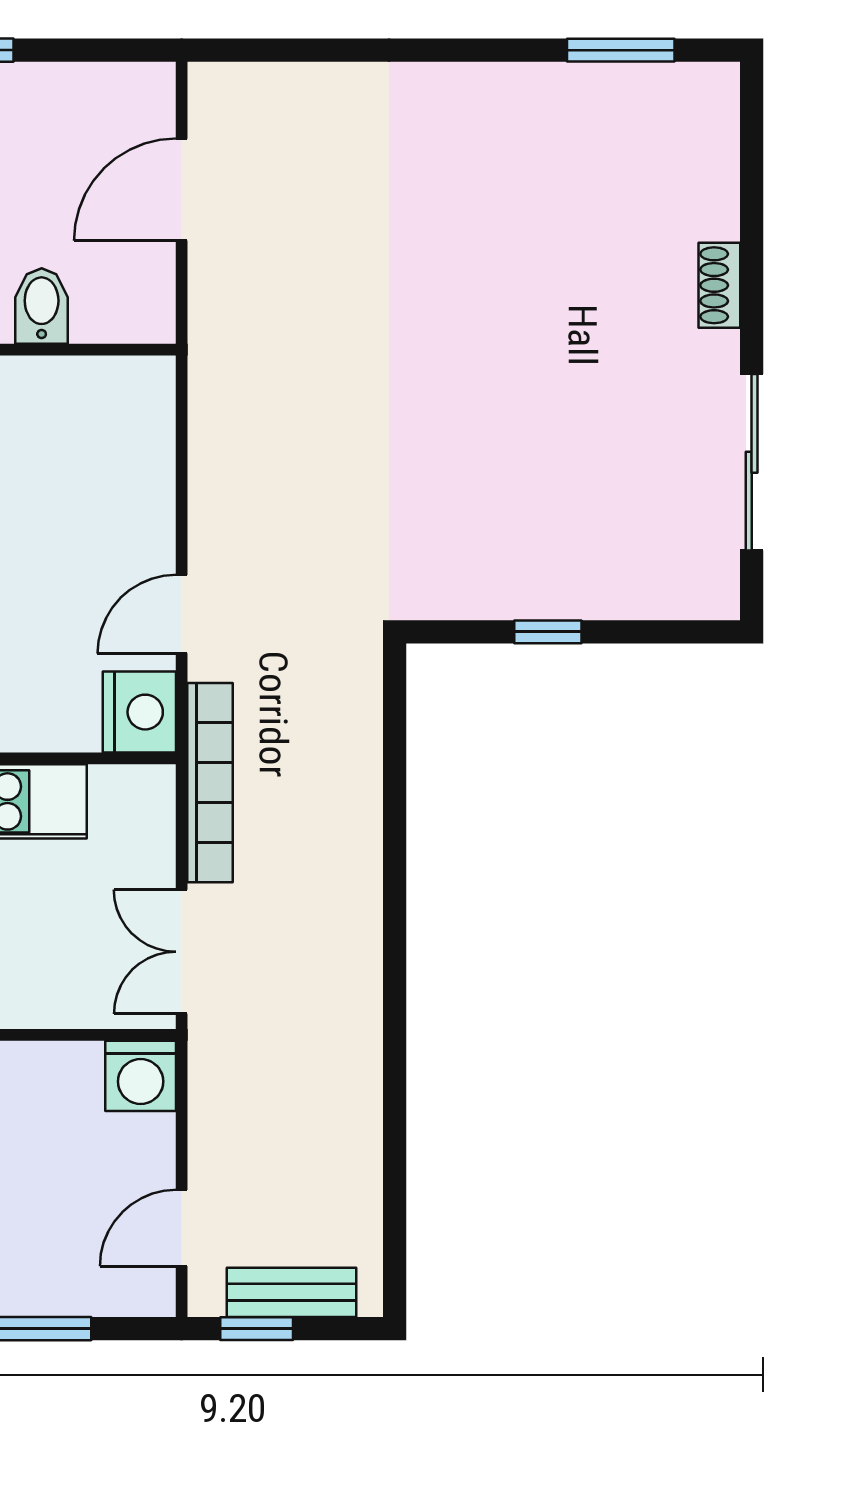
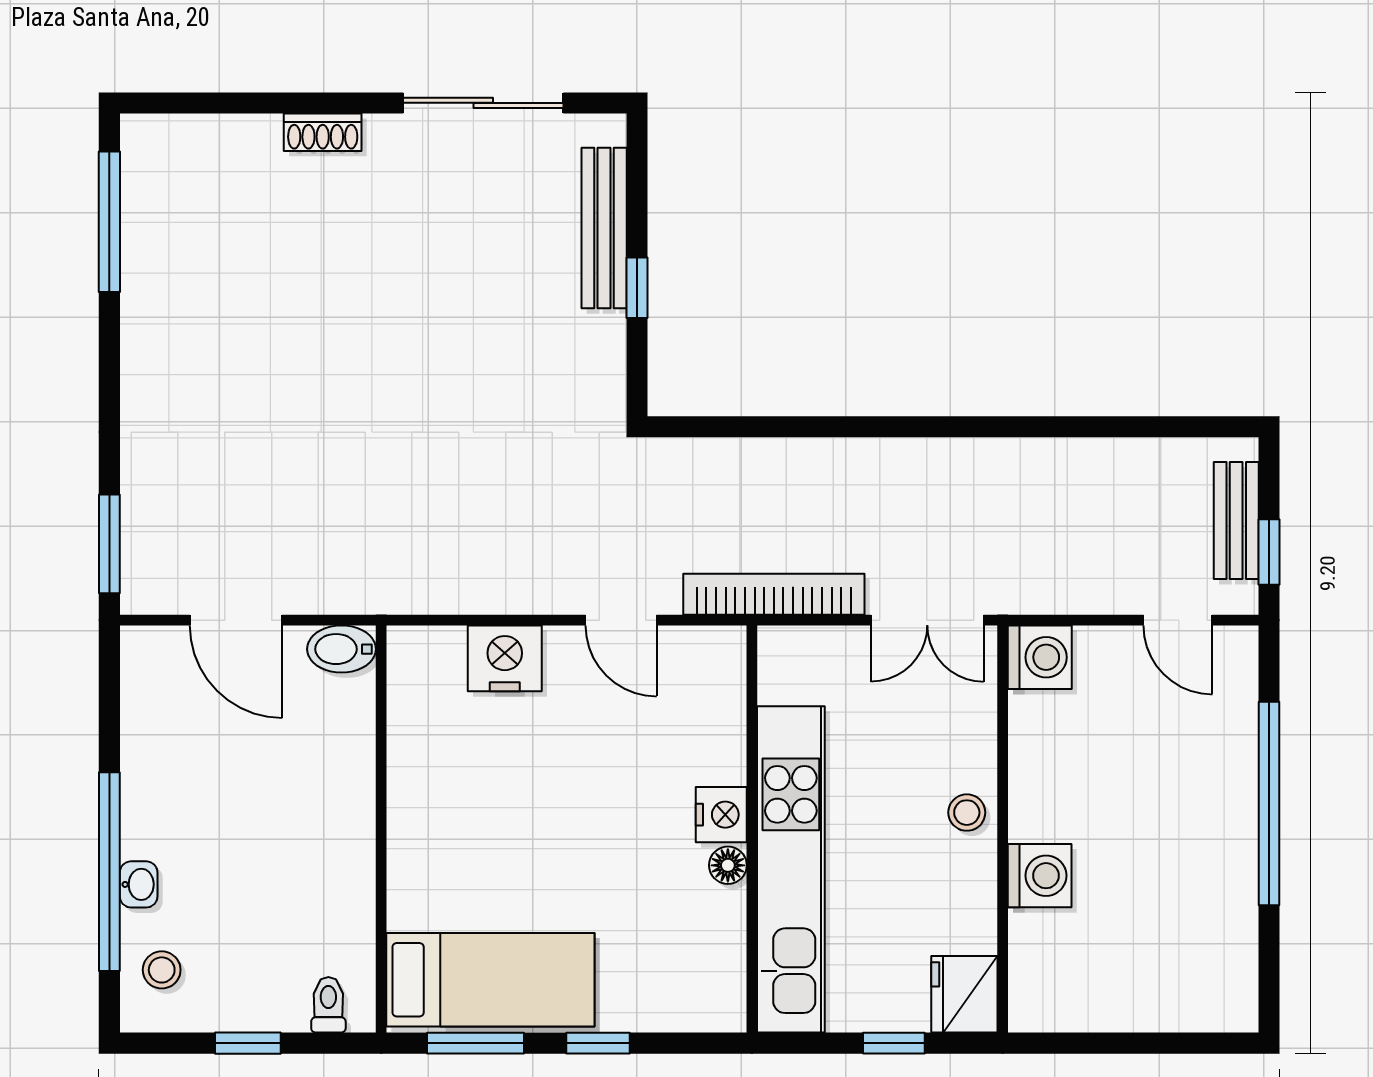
window: (265, 50) -> (109, 544), added
window: (621, 50) -> (109, 222), width x1.44
bidet: (42, 306) -> (341, 649), moved
bench: (614, 595) -> (604, 228), added
nightstand: (139, 712) -> (505, 658), moved

